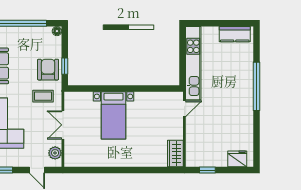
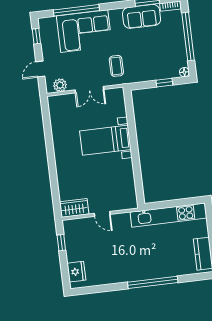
window: (65, 66) -> (164, 83), moved
armchair: (48, 70) -> (144, 68), removed
door: (184, 109) -> (102, 214), moved
double door: (63, 125) -> (89, 90), swing flipped

